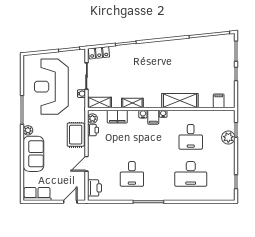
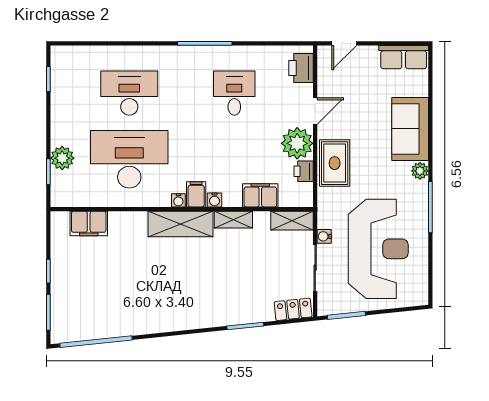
shelving: (180, 101) -> (180, 224), moved
filing cabinet: (219, 101) -> (89, 224), width x2.00
plant: (92, 119) -> (297, 143), moved, width x1.87, depth x1.87
desk: (191, 137) -> (129, 159), width x1.87, depth x1.30

